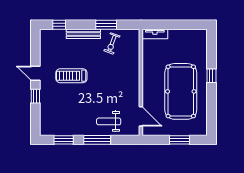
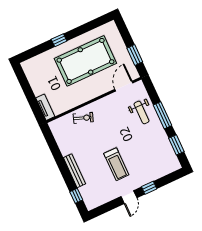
window: (106, 25) -> (57, 154), removed
exercise bike: (112, 43) -> (83, 118), moved
window: (179, 140) -> (135, 55), moved

